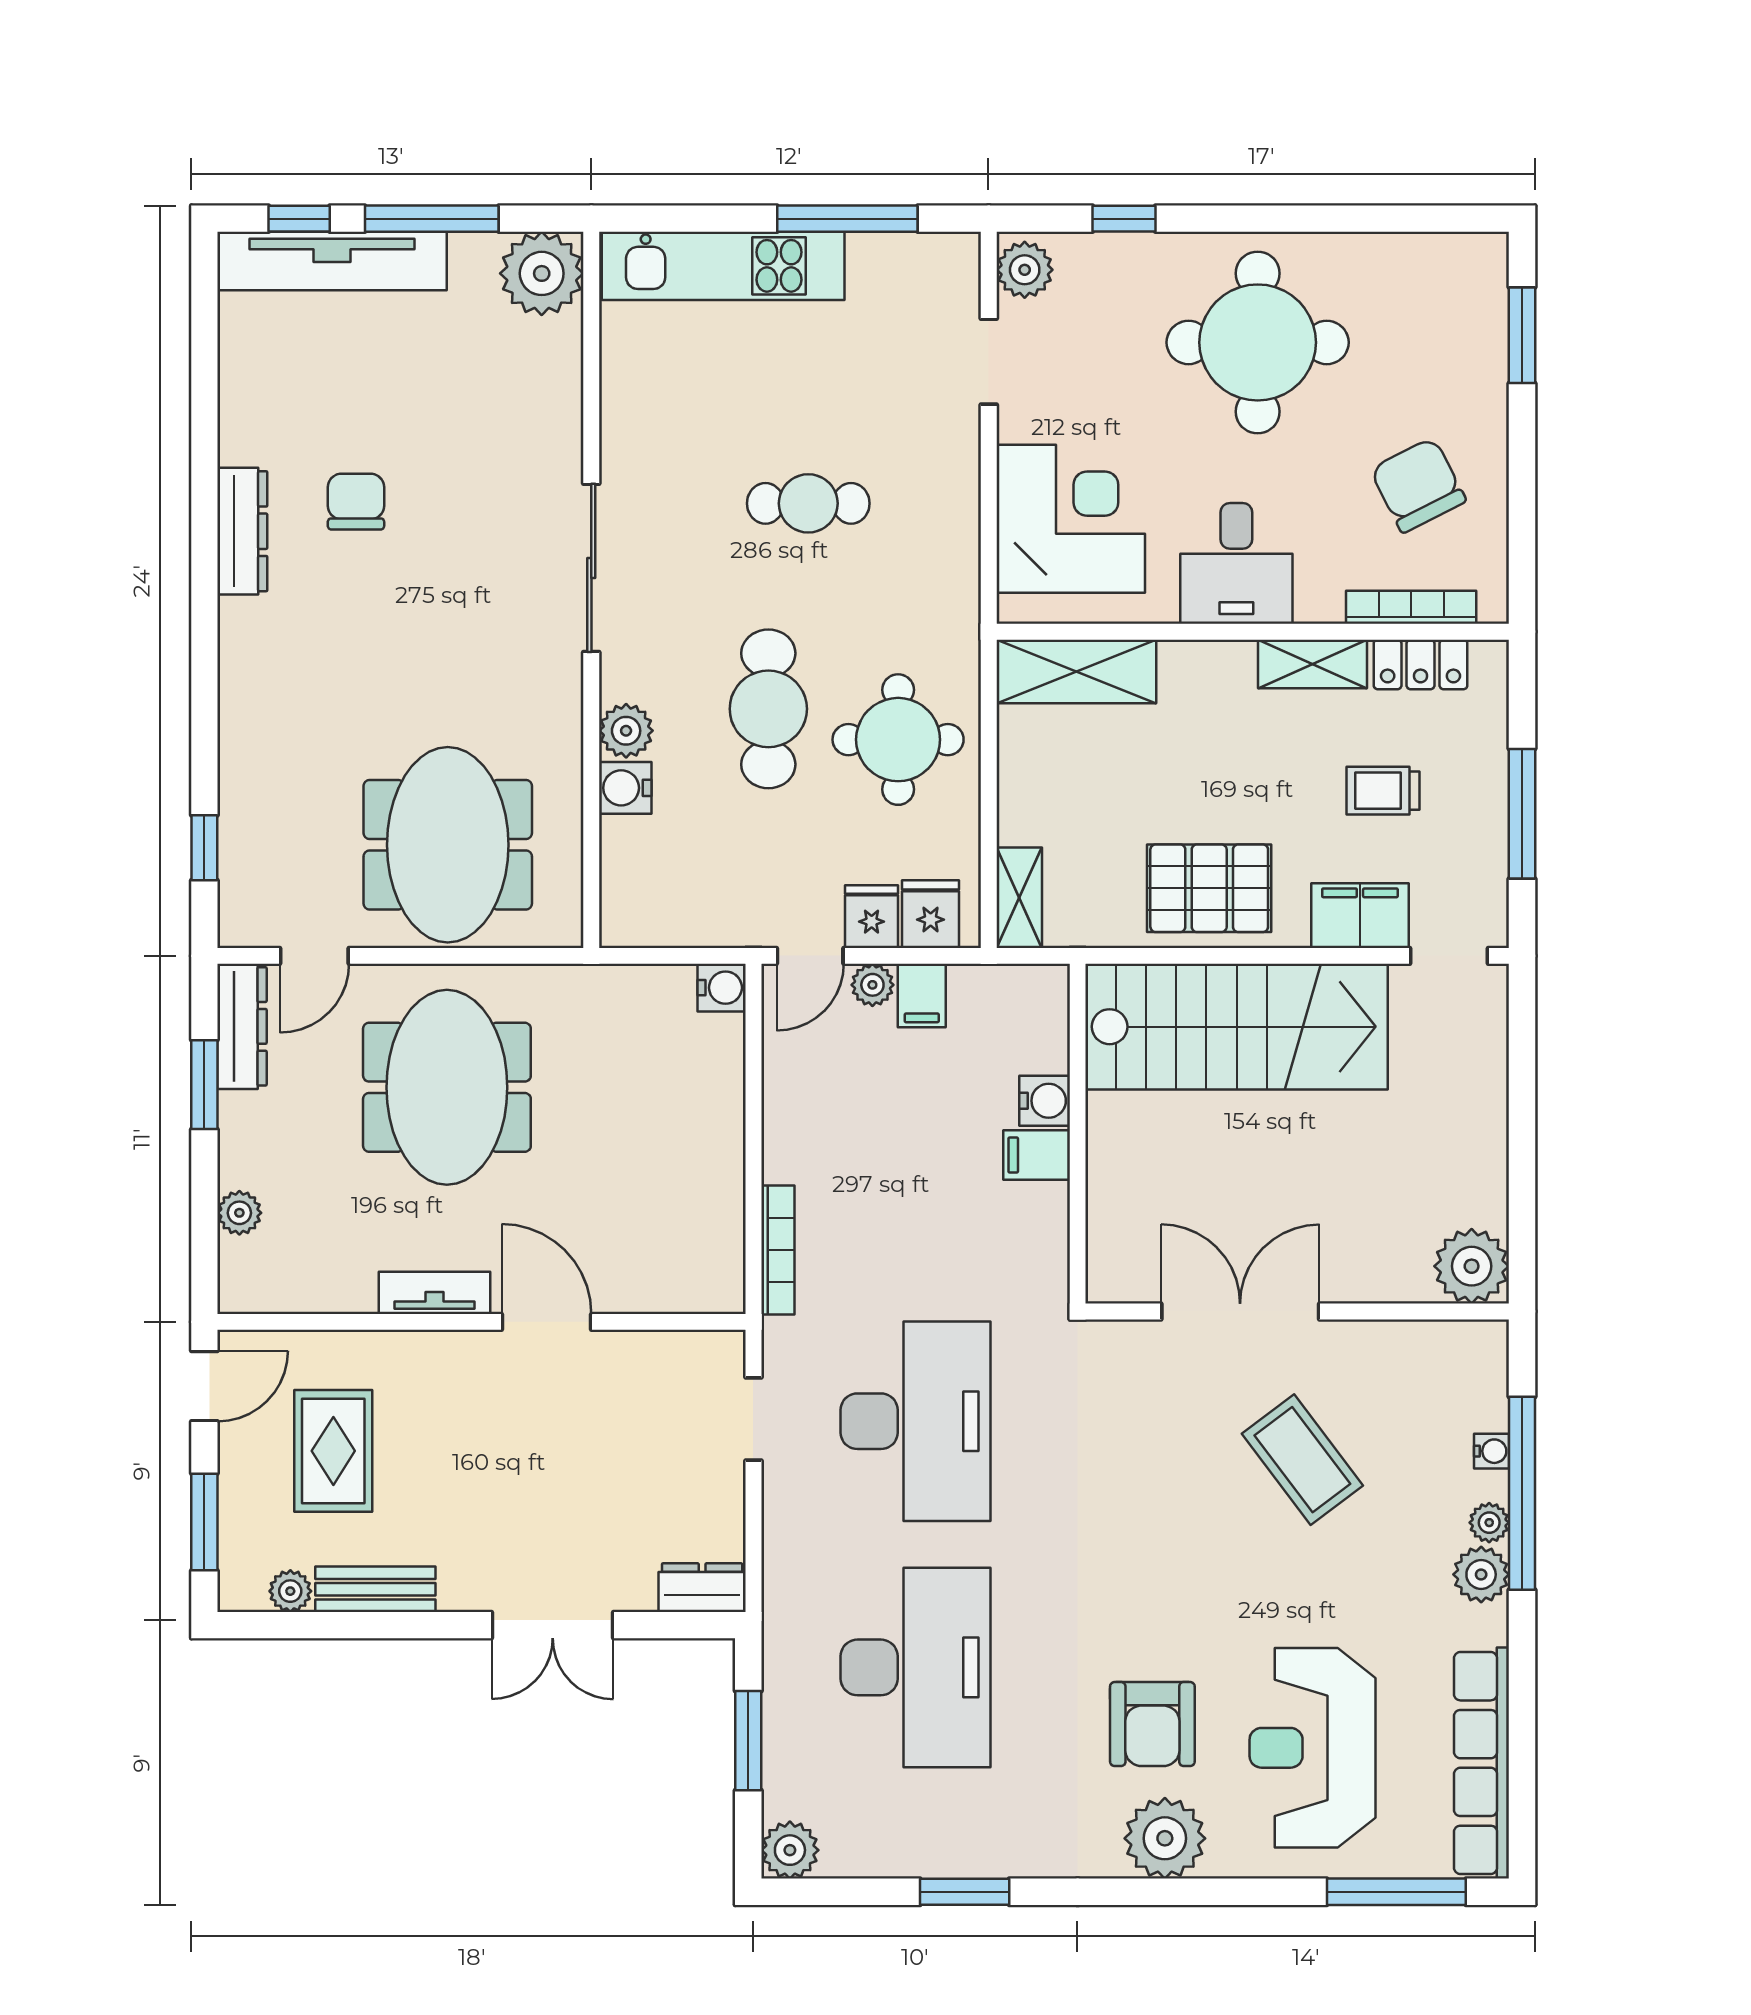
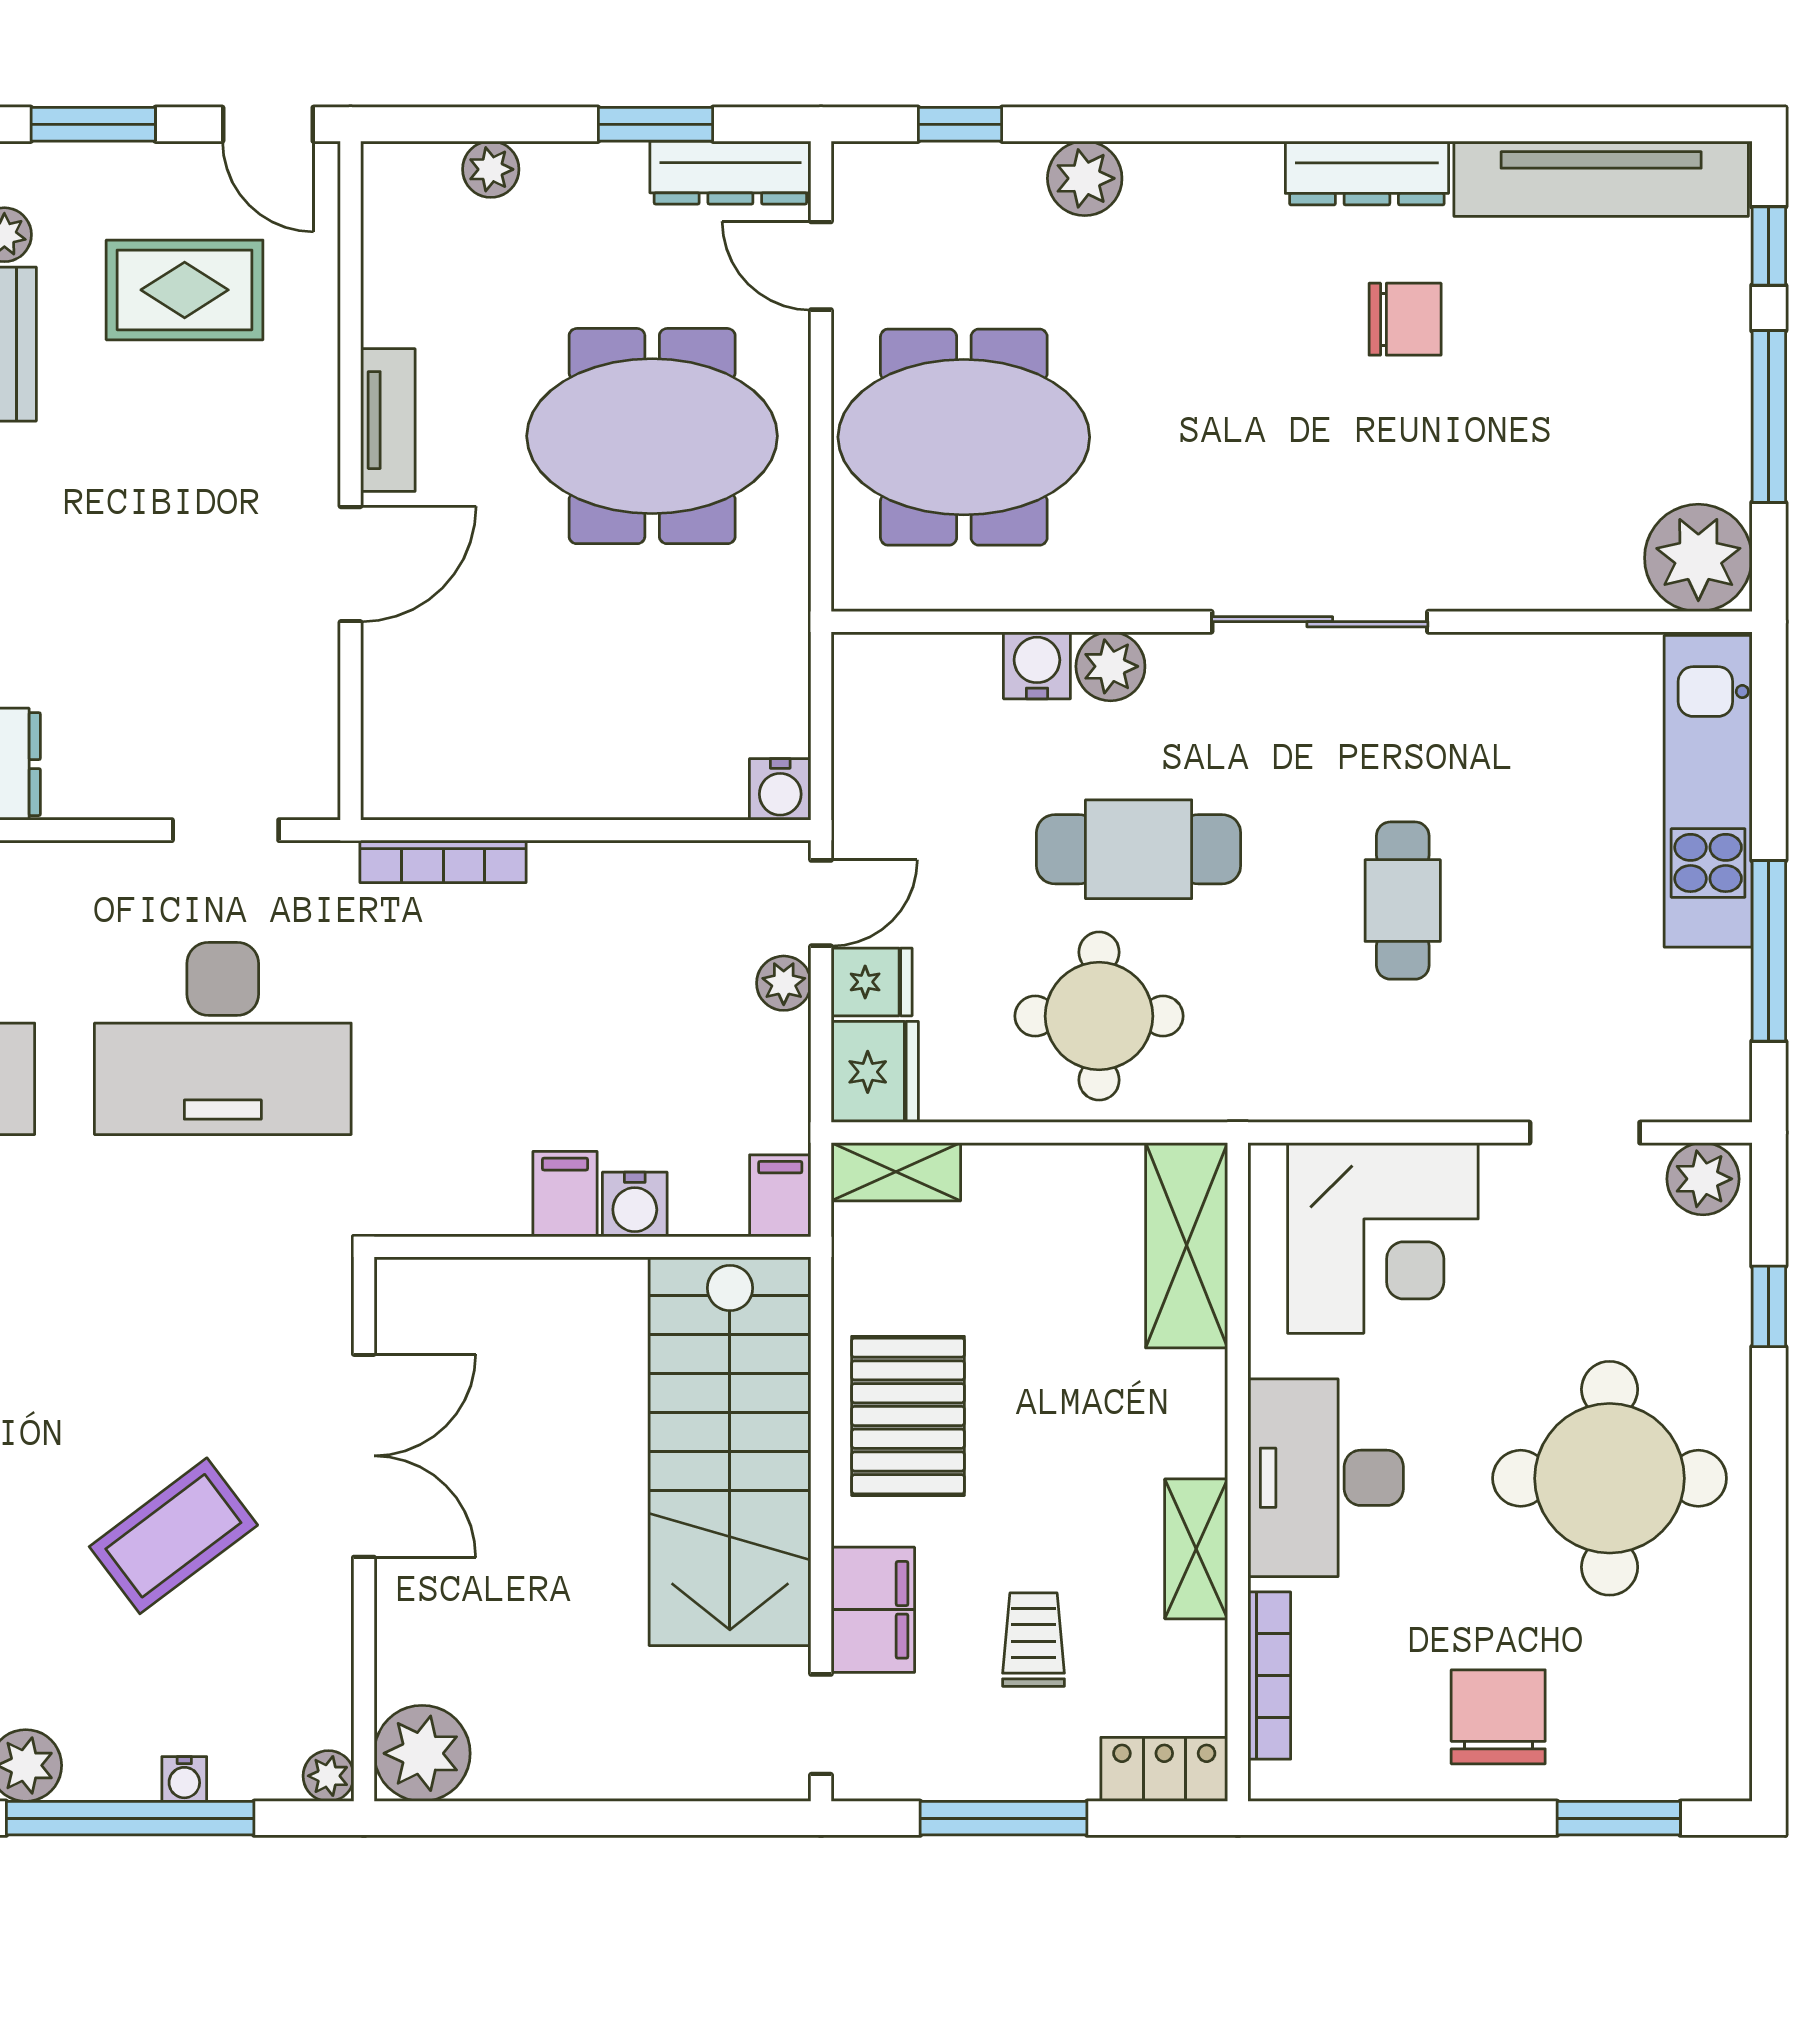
tv unit: (332, 261) -> (1601, 179), moved, turned -90
chair: (1418, 485) -> (1498, 1717), moved, turned -63
desk: (1236, 563) -> (1326, 1478), width x1.37
locker: (1421, 664) -> (1164, 1769), moved, turned 90
plant: (246, 751) -> (1085, 178), added
fridge: (931, 914) -> (875, 1072), width x1.38
door: (810, 956) -> (821, 903), swing flipped
filing cabinet: (922, 996) -> (780, 1196), moved, turned 90
plant: (1489, 1523) -> (328, 1776), moved

